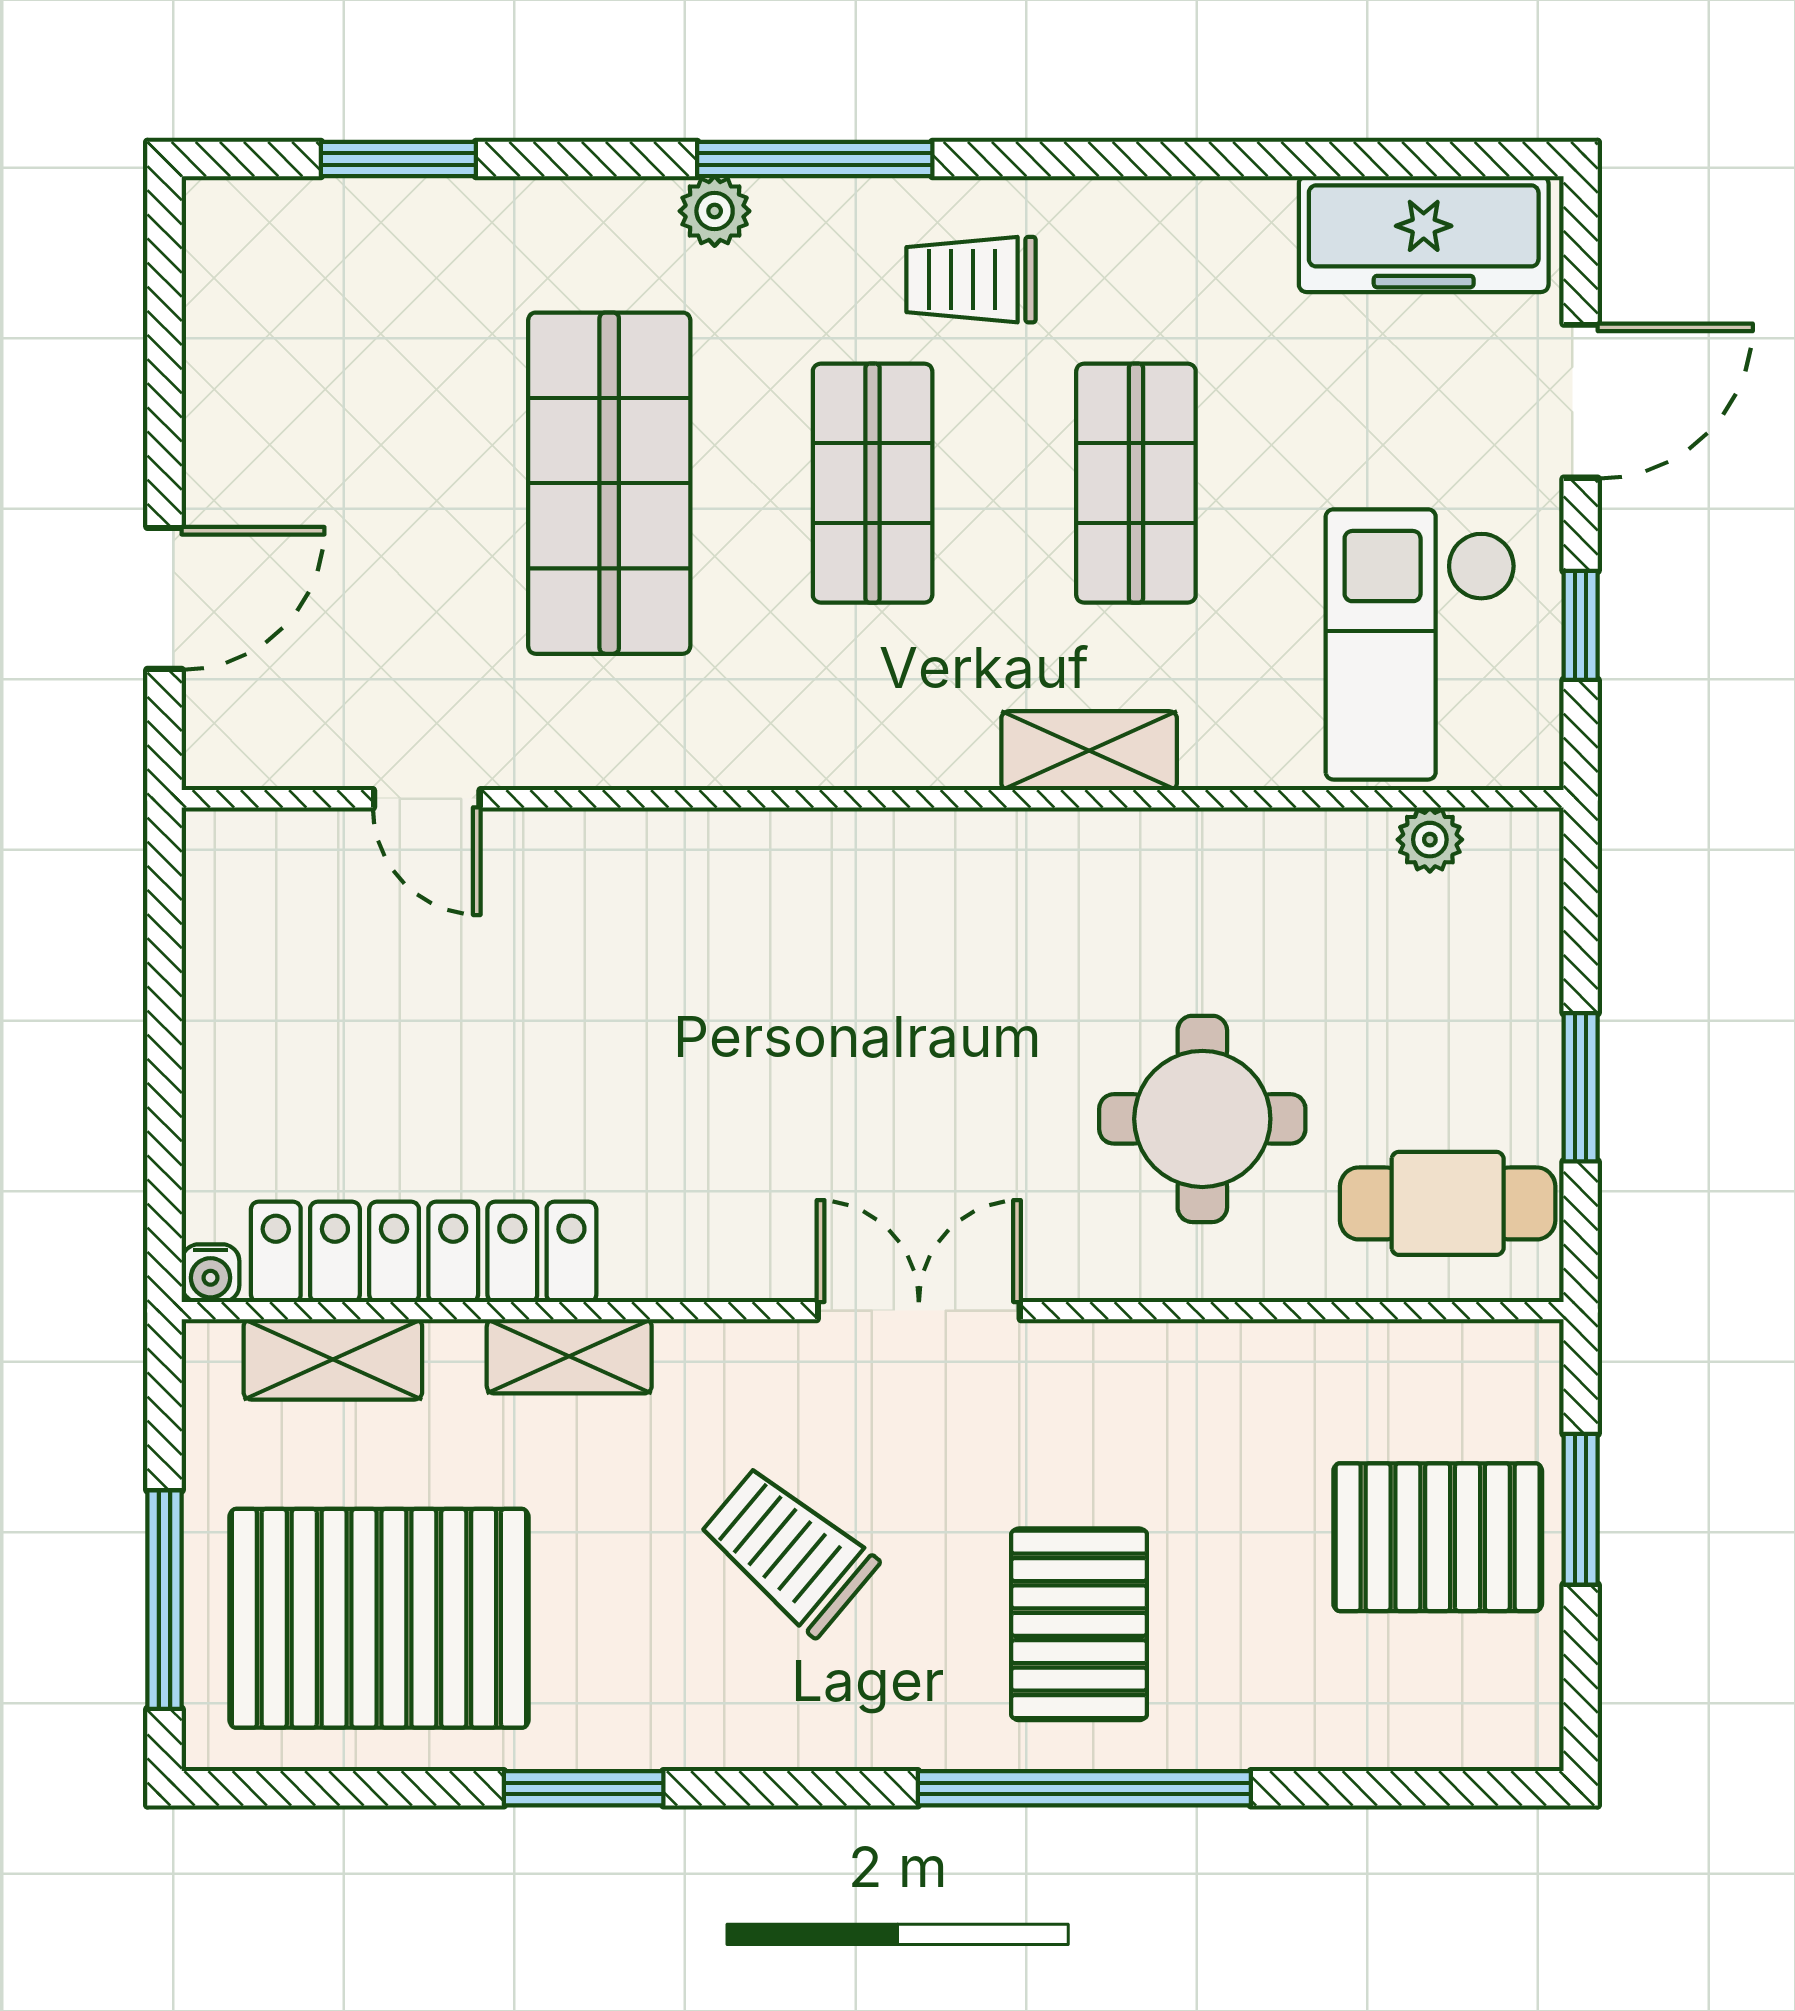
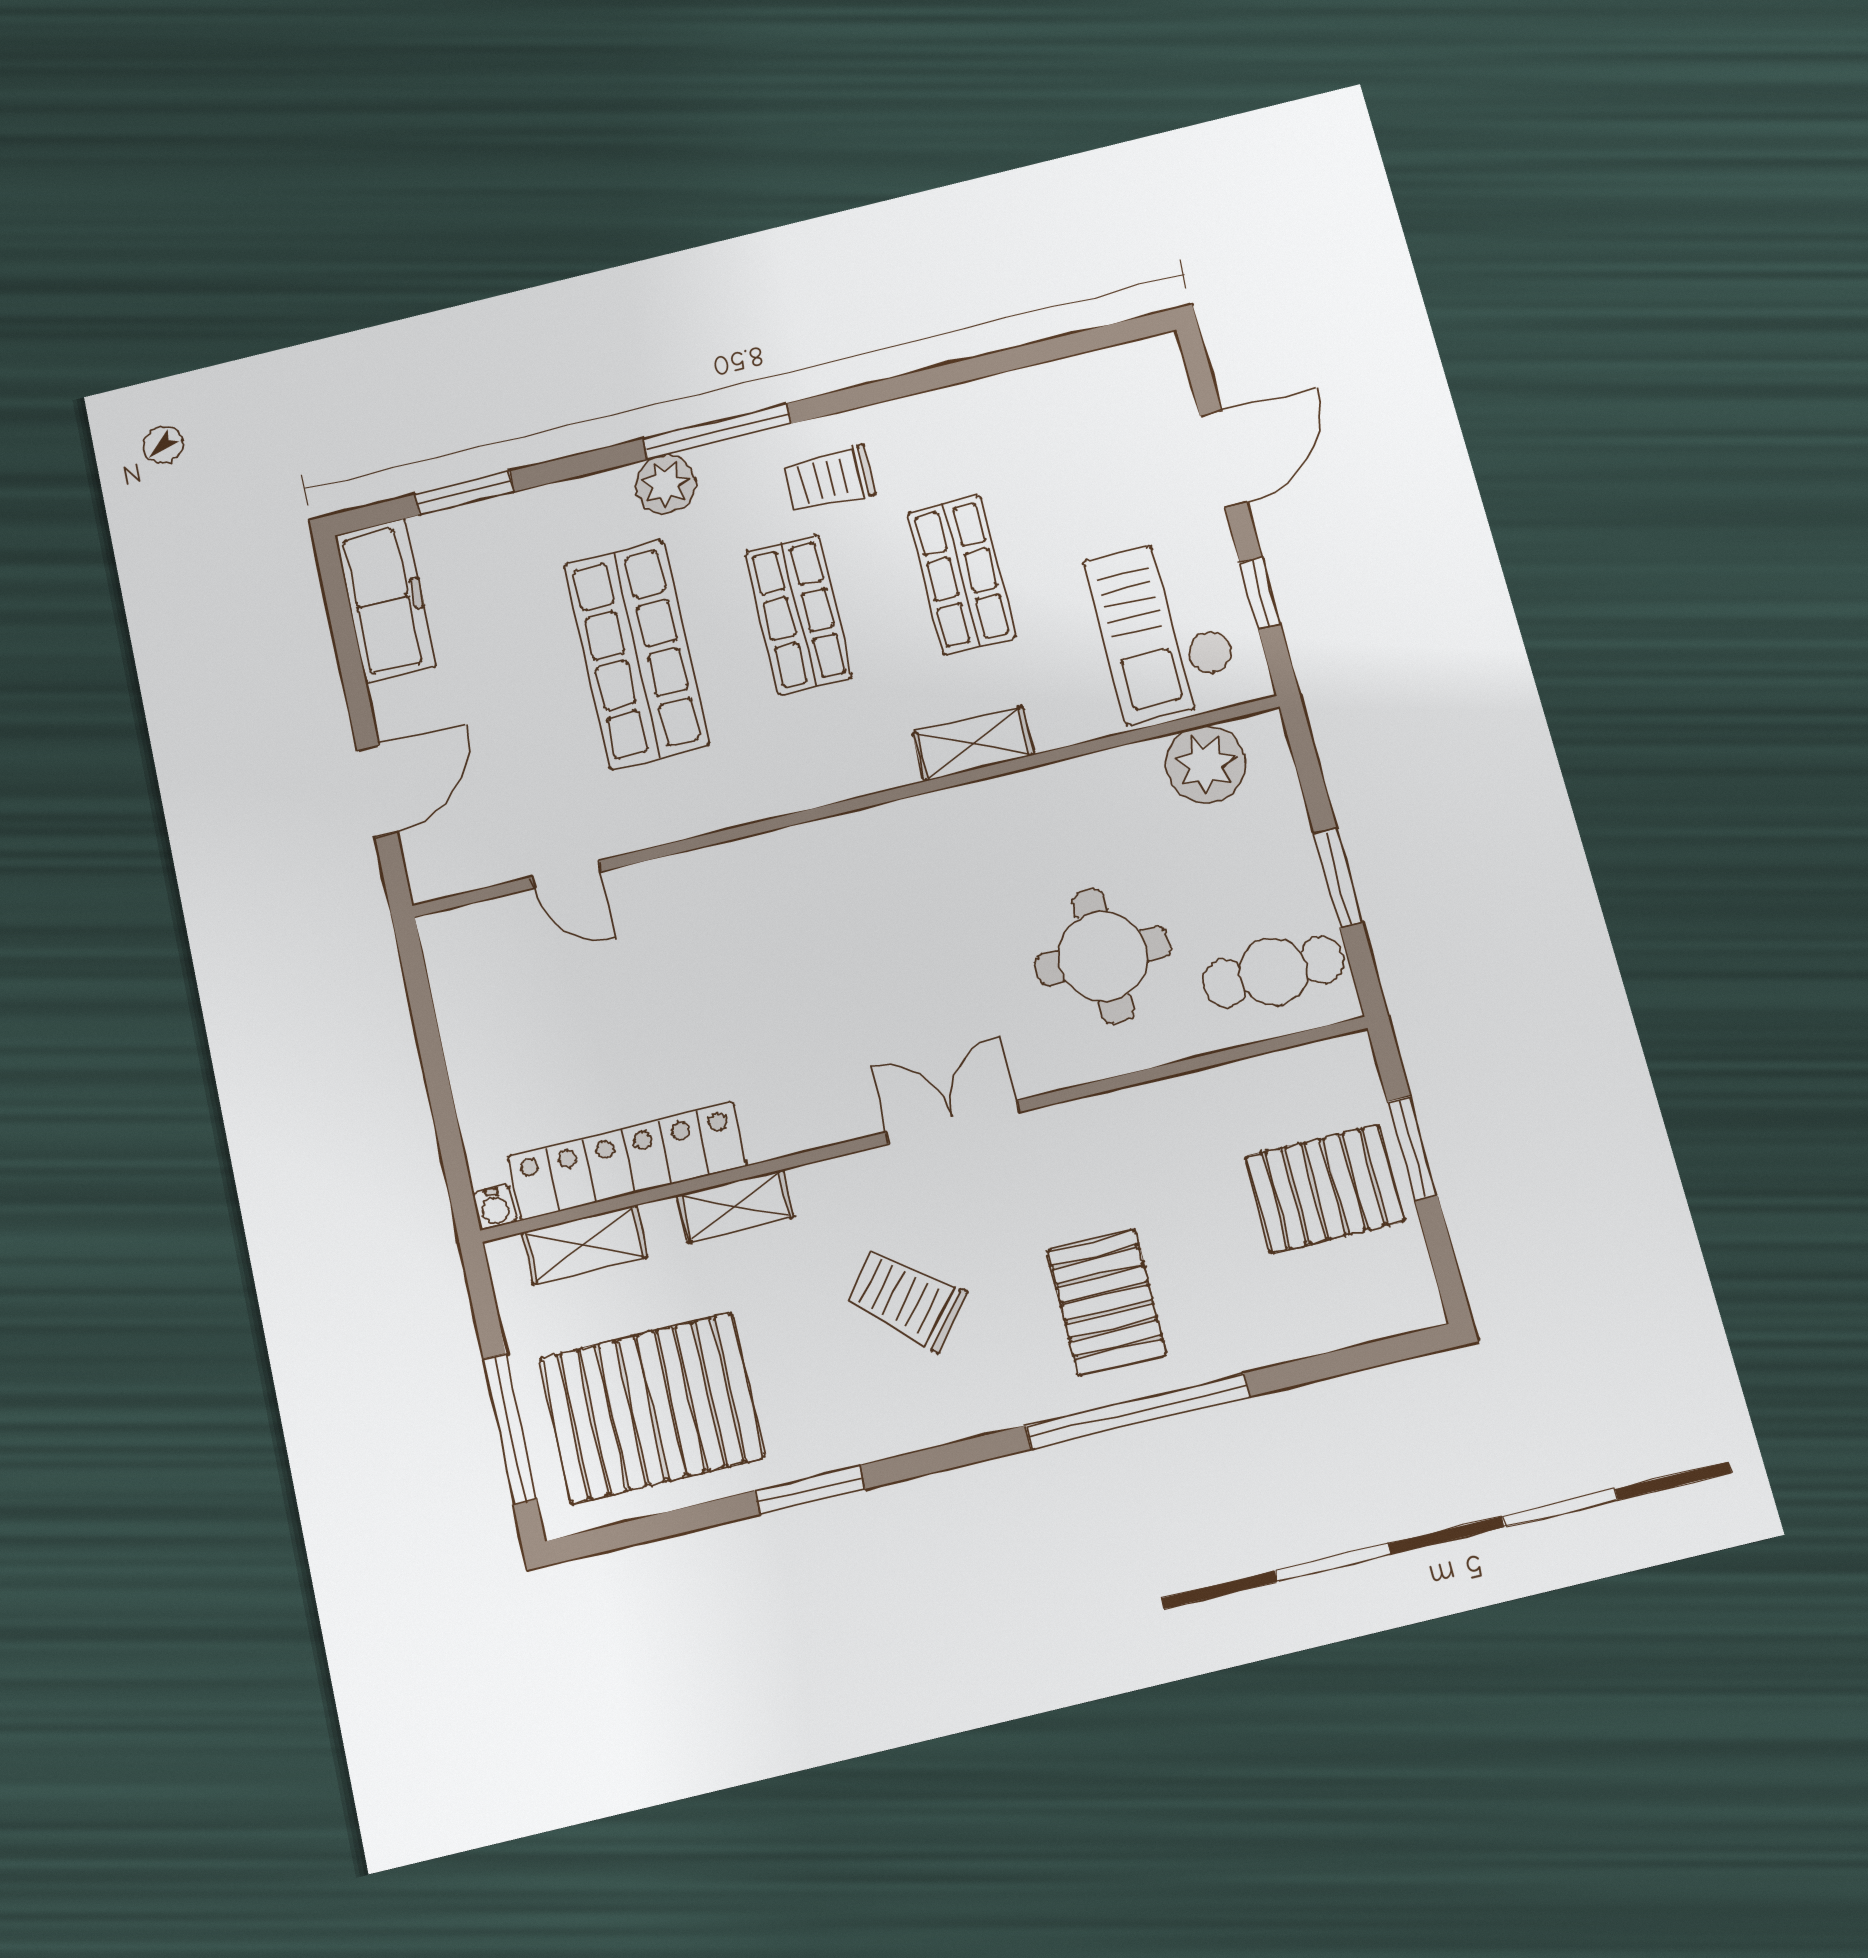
plant: (715, 211) -> (665, 484), width x1.38, depth x1.38
freezer: (1424, 234) -> (386, 601), moved, turned -90
plant: (1430, 840) -> (1206, 764), width x1.88, depth x1.88

